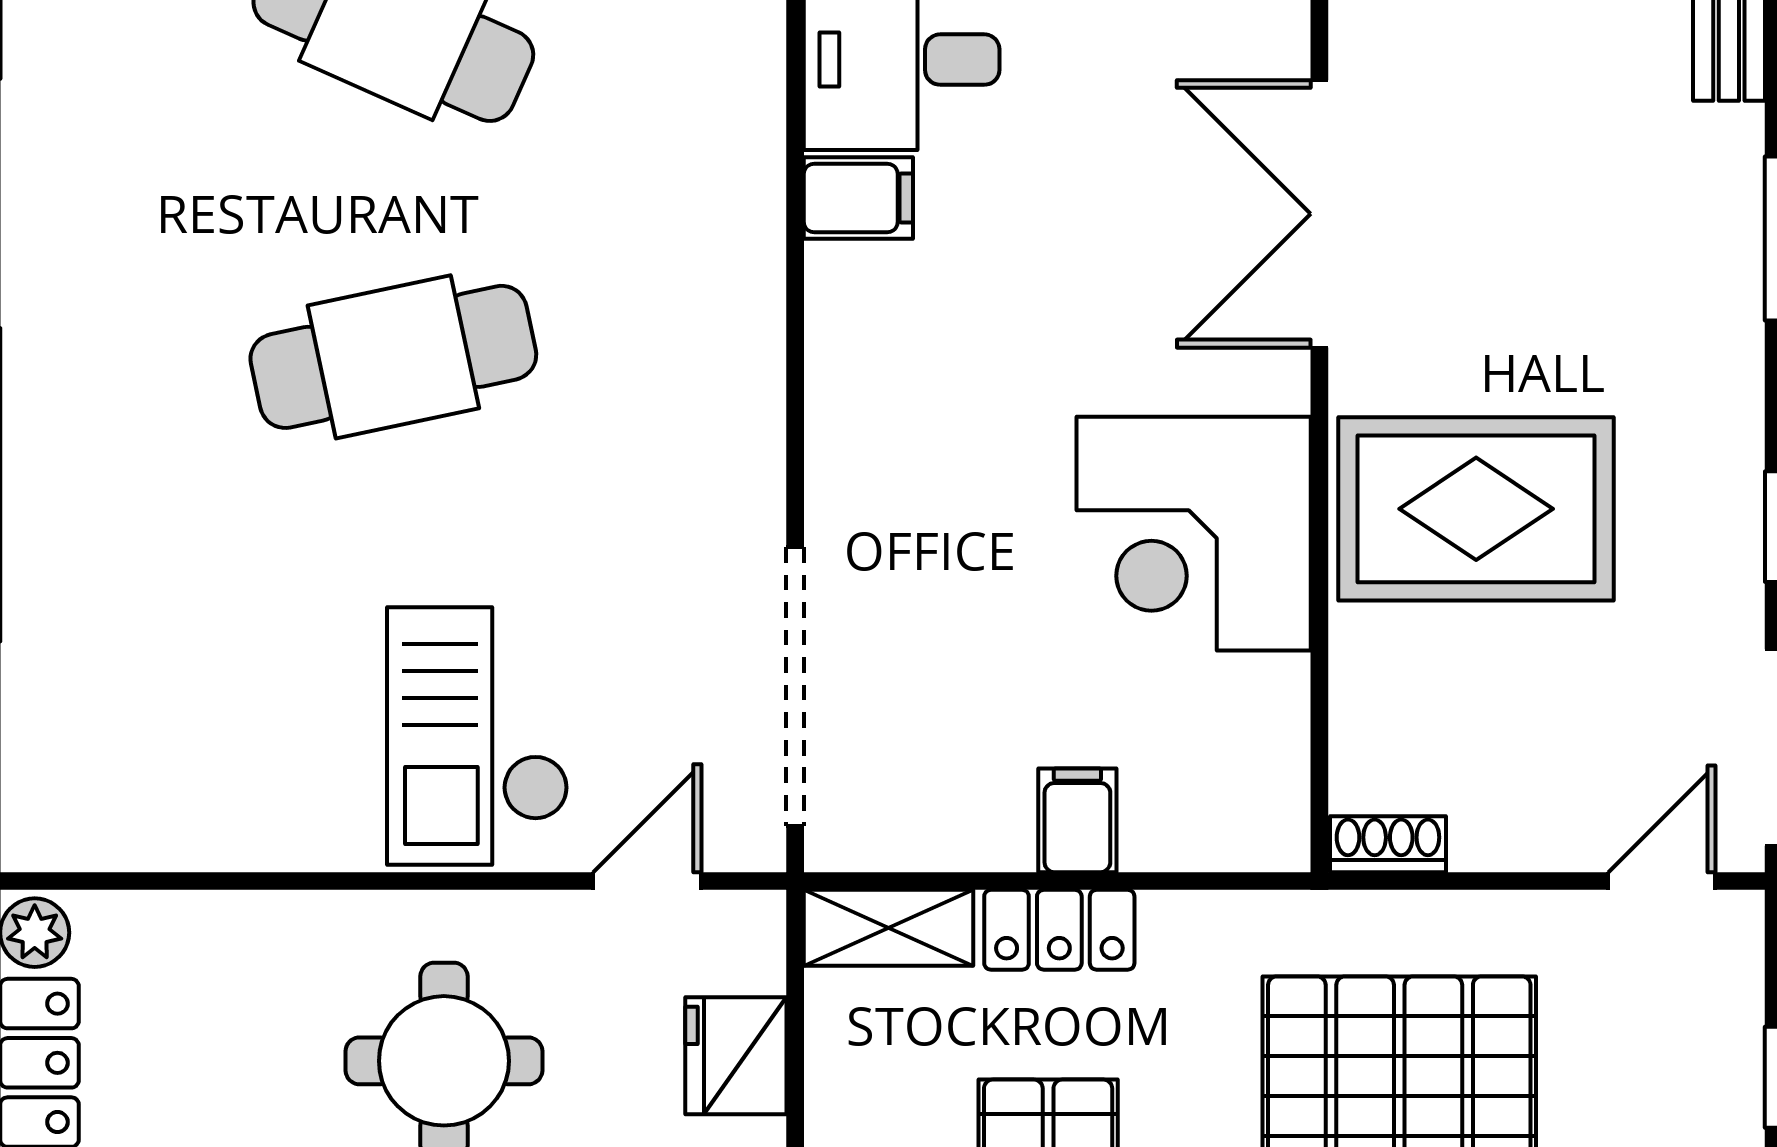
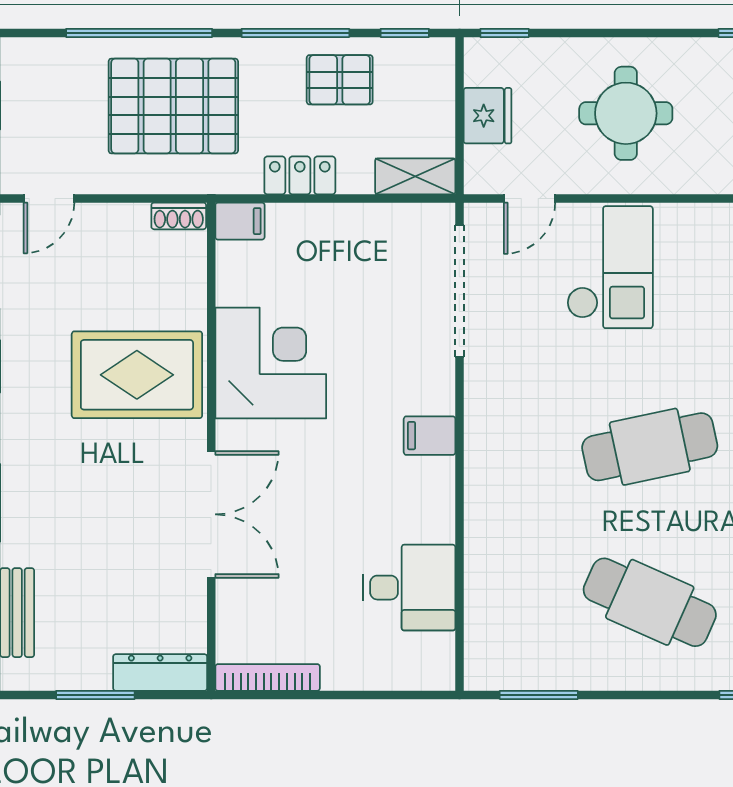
filing cabinet: (858, 198) -> (430, 436), moved
filing cabinet: (1077, 820) -> (240, 221), moved, turned -90
locker: (1059, 930) -> (300, 175), moved

